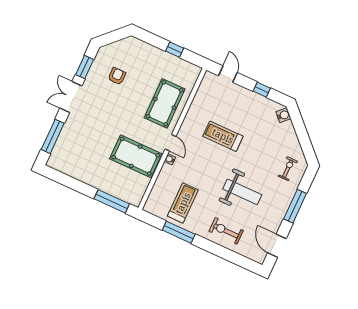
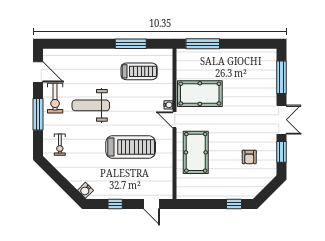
window: (175, 50) -> (234, 204), moved
treadmill: (223, 136) -> (131, 147), width x1.37, depth x1.38
treadmill: (183, 203) -> (139, 71), turned -90
exercise bike: (226, 231) -> (55, 98), moved, turned 90

